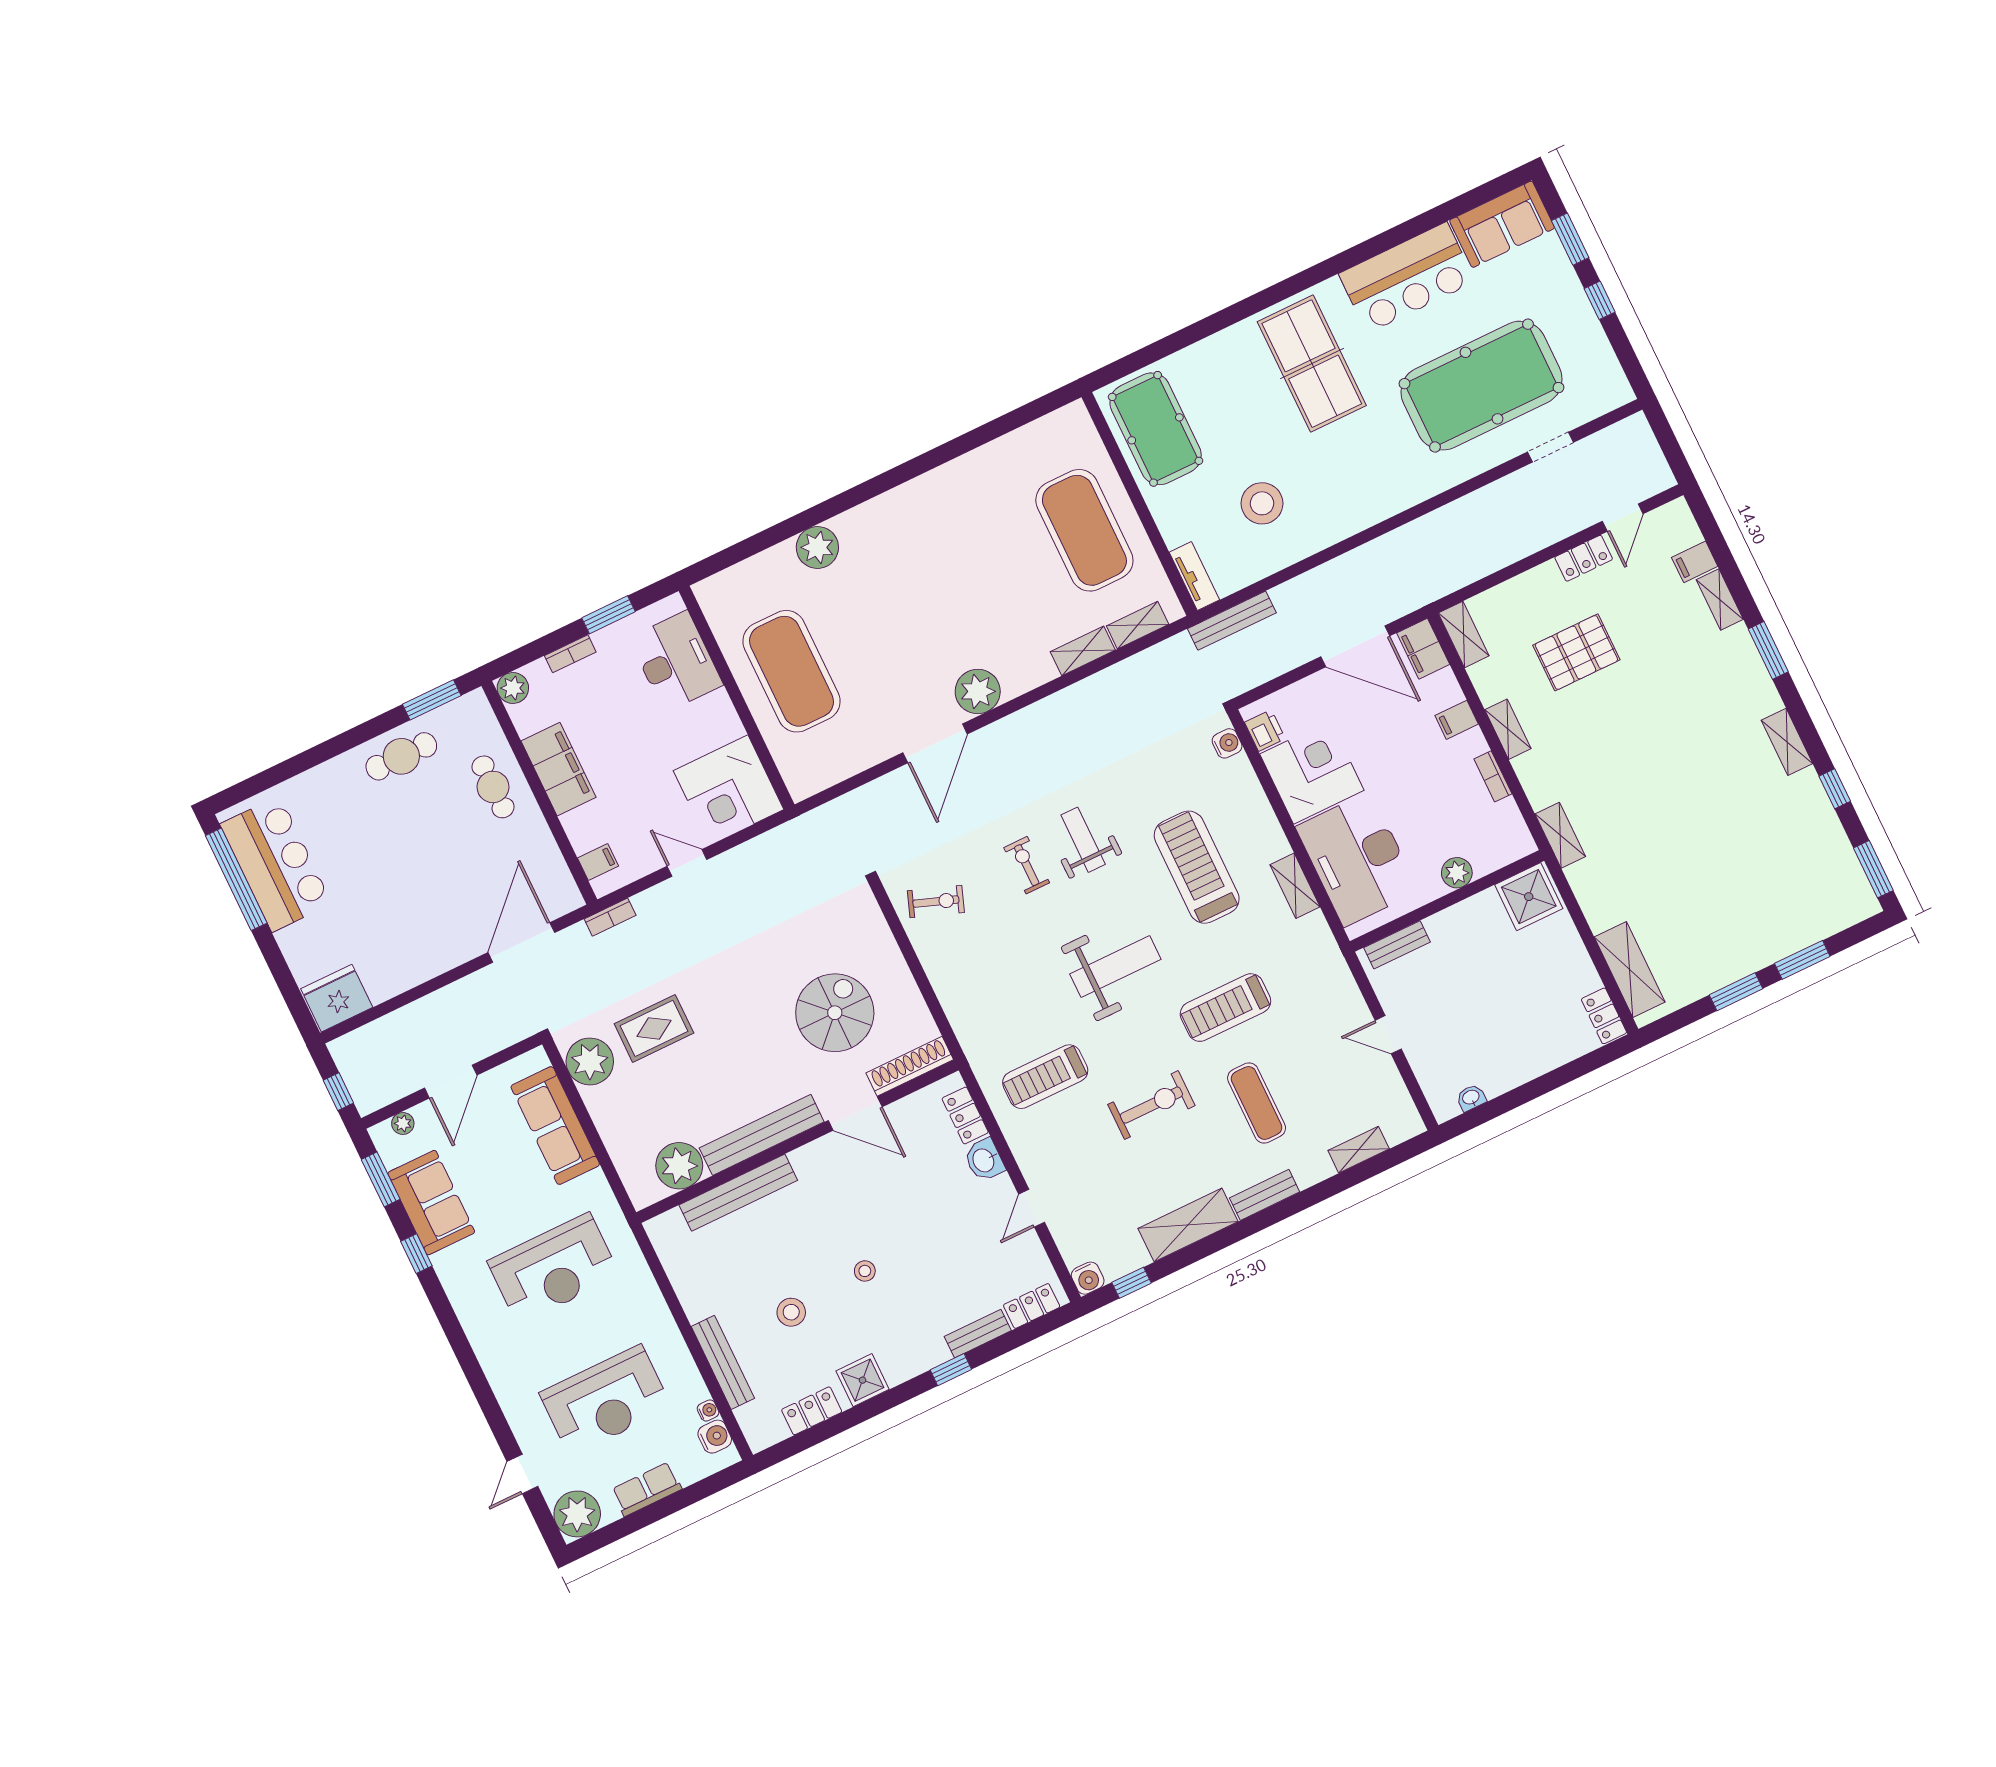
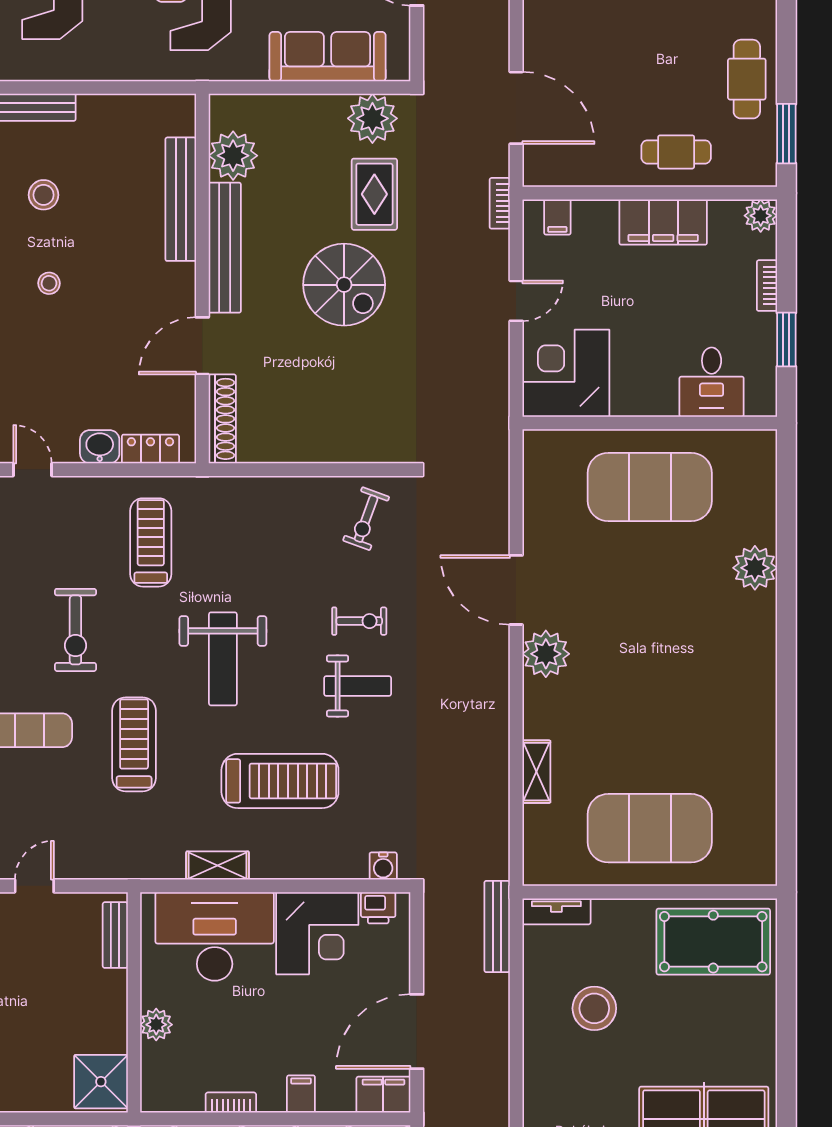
shelving: (1138, 625) -> (536, 835), removed
desk: (676, 661) -> (712, 382), width x0.73
spiral stairs: (835, 1013) -> (344, 285), moved

